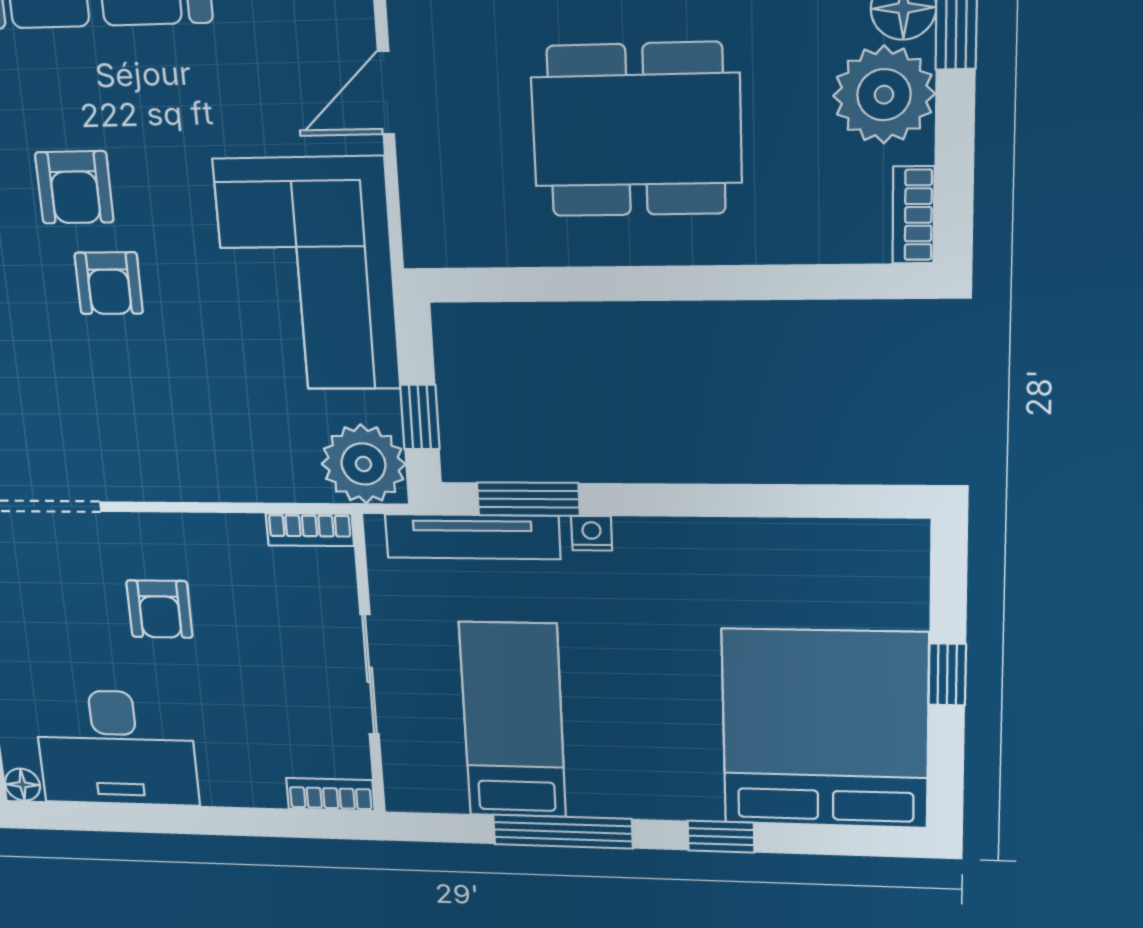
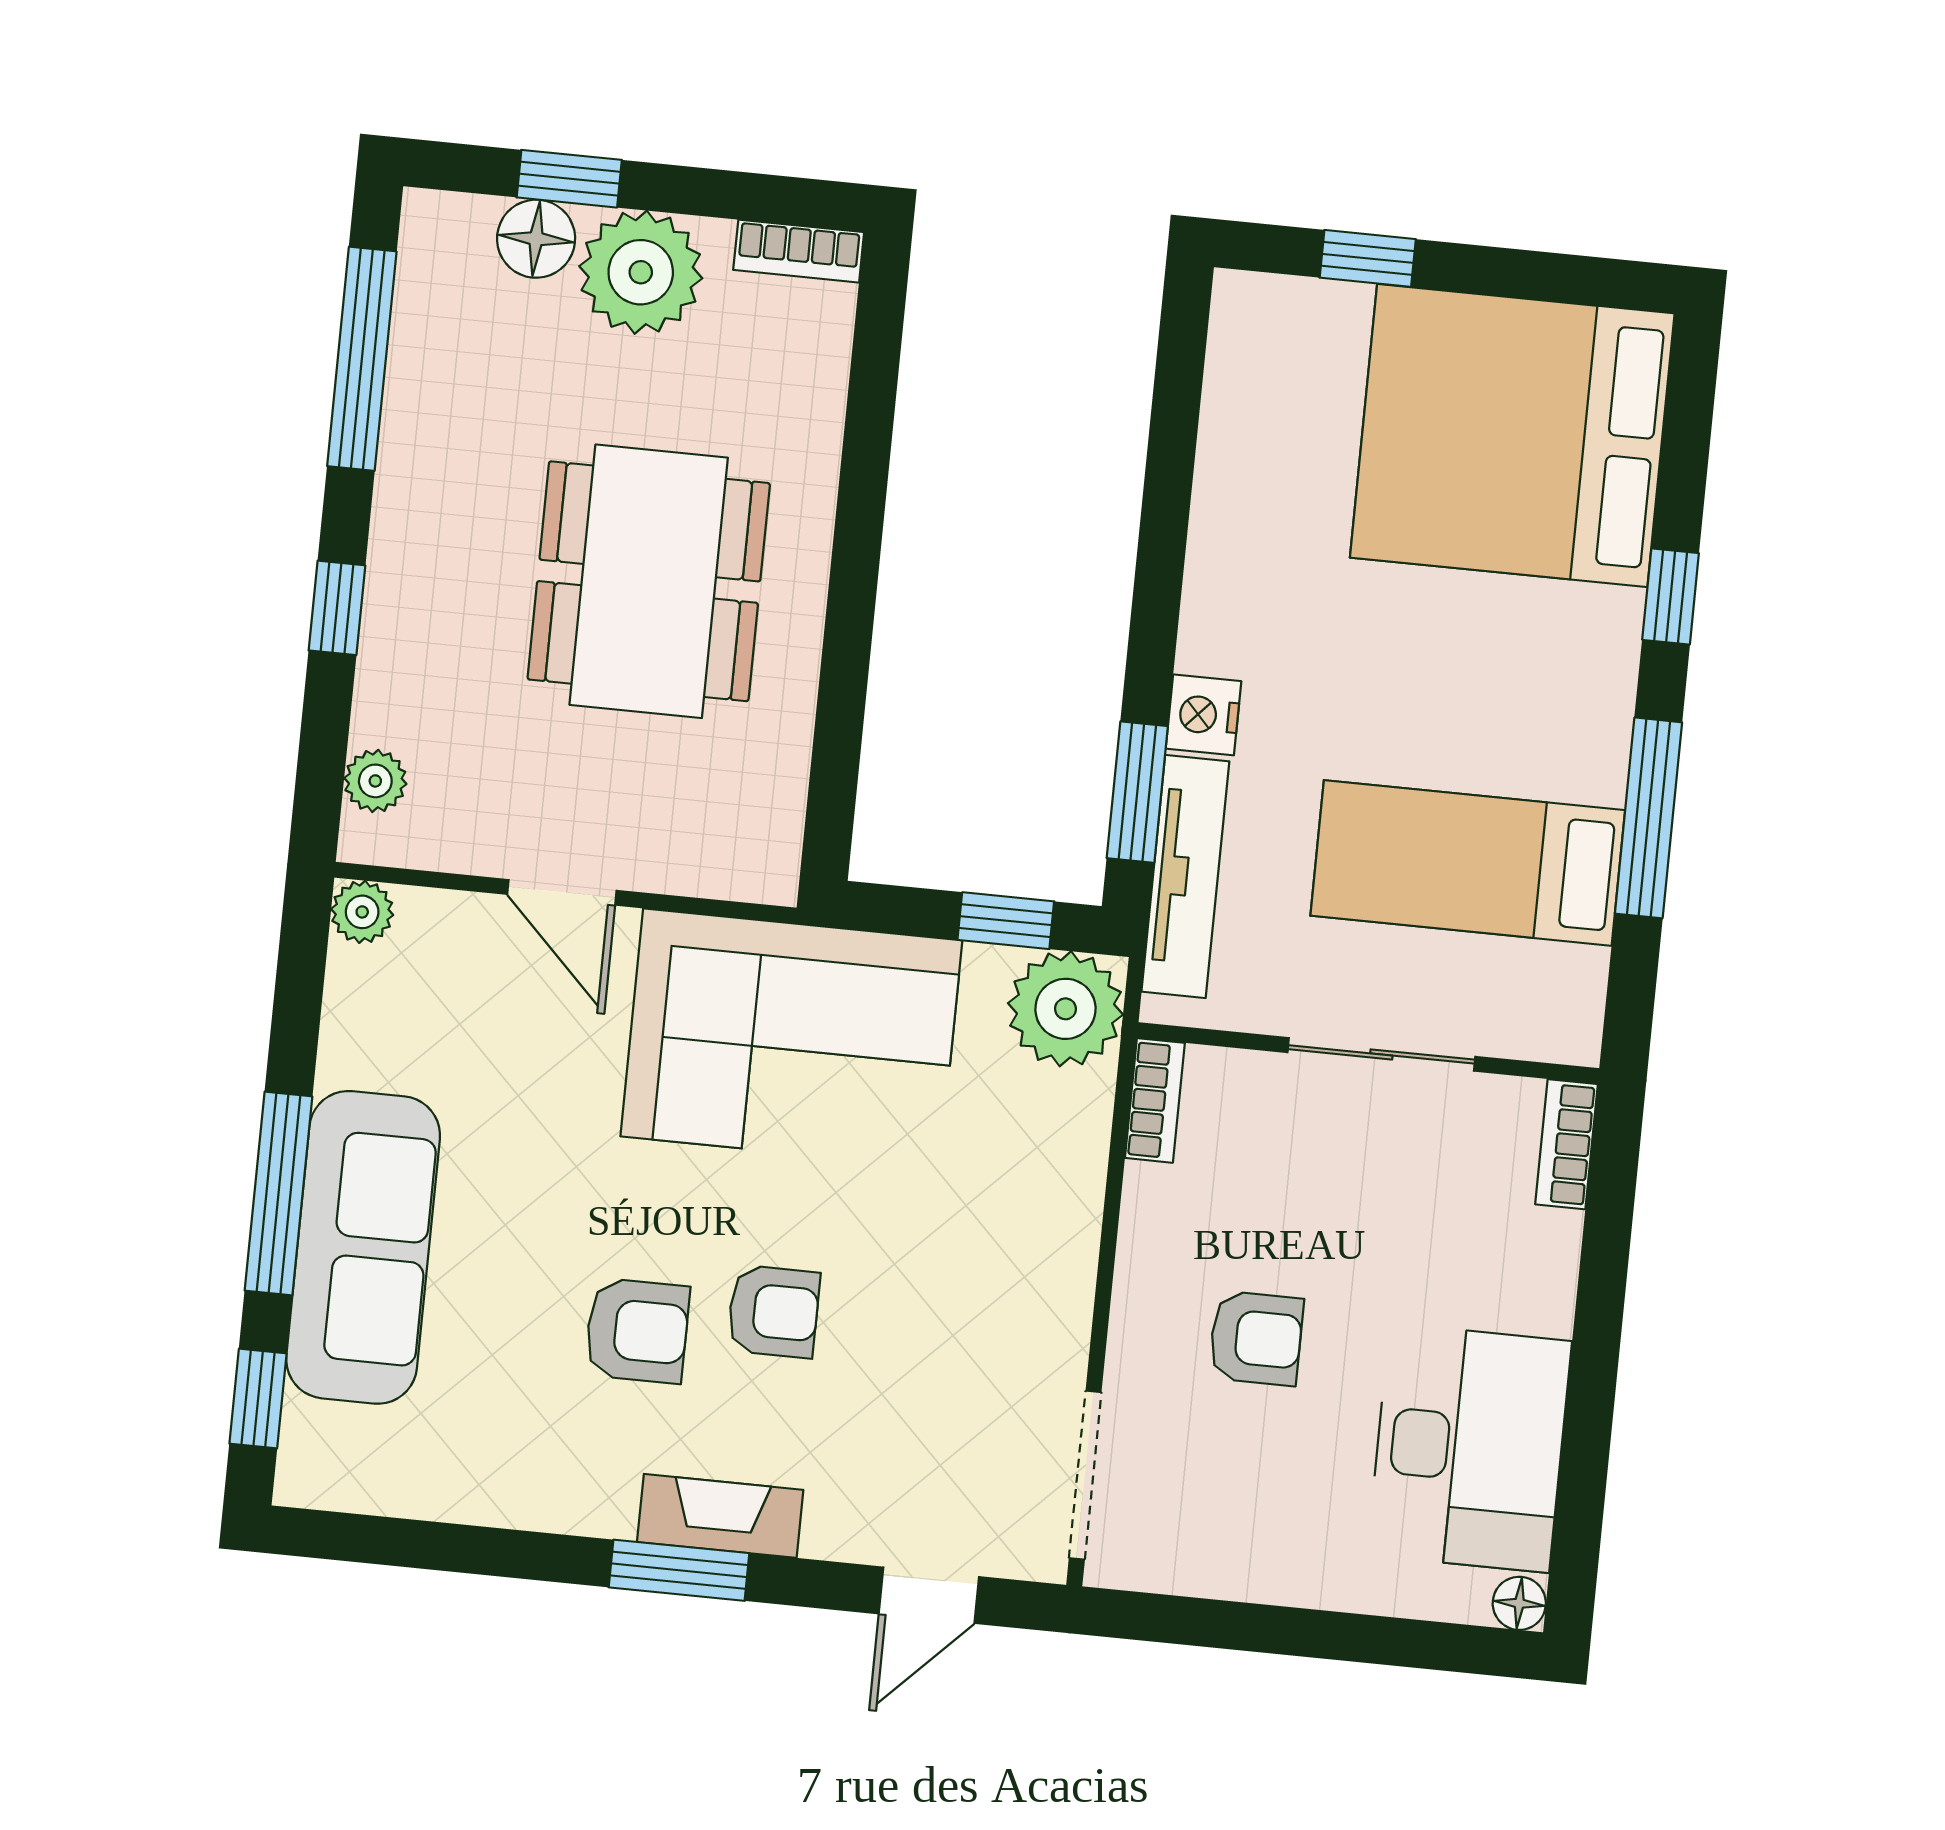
nightstand: (592, 533) -> (1204, 715), width x1.39, depth x1.35
window: (947, 674) -> (1368, 258), moved

